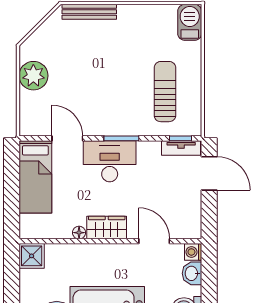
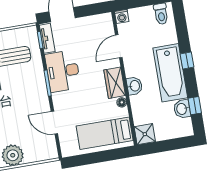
door: (67, 138) -> (54, 123), hinge flipped
desk: (110, 161) -> (63, 71), moved
bed: (35, 177) -> (105, 133), moved, turned 180
washbasin: (192, 273) -> (134, 86), moved, turned -90

